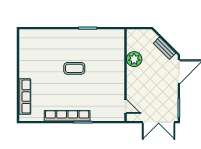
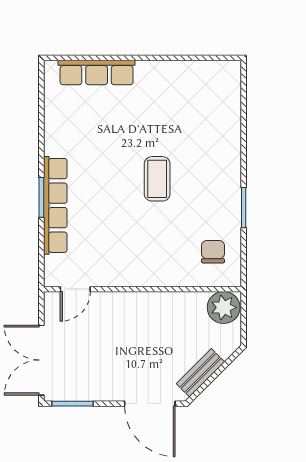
chair: (108, 42) -> (213, 252), added
plant: (134, 59) -> (224, 307), moved
row of seats: (67, 116) -> (55, 205), moved

